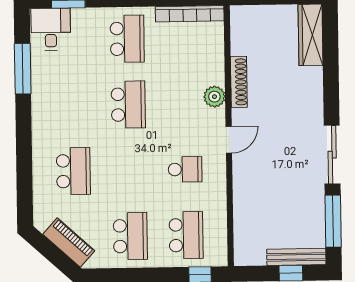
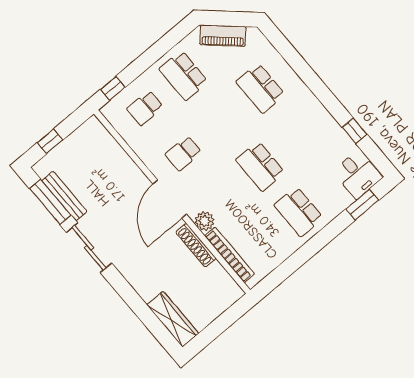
bookcase: (190, 14) -> (230, 255), moved, turned 90
window: (23, 69) -> (355, 131), width x0.46
door: (229, 140) -> (170, 199), width x1.88
school desk: (186, 235) -> (145, 108), width x0.54
bench: (296, 257) -> (64, 196), moved, turned 90

